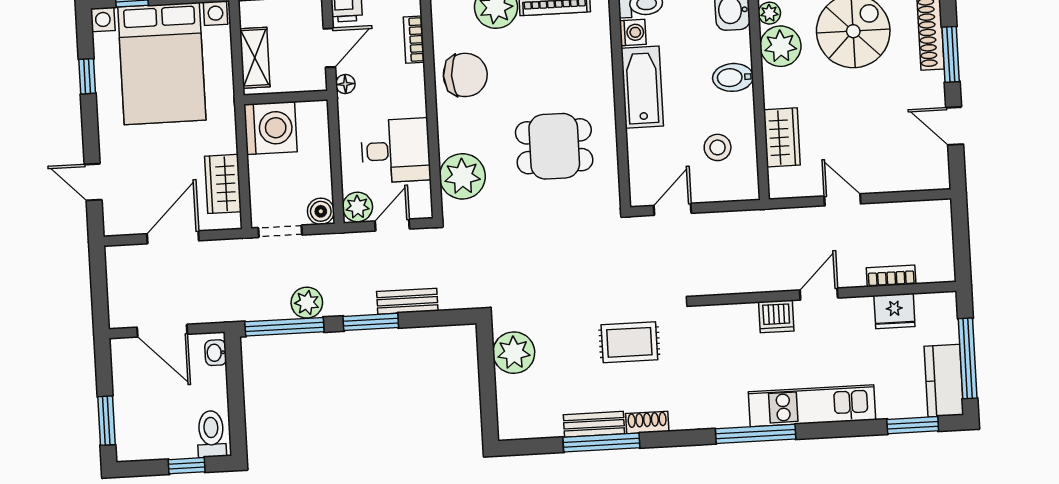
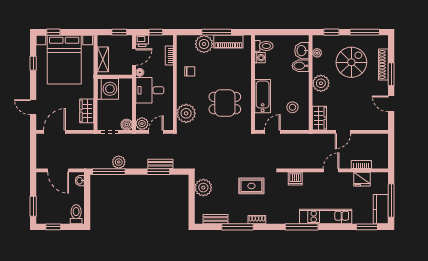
plant: (781, 46) -> (321, 83), moved
chair: (465, 75) -> (190, 71), width x0.54, depth x0.54
bidet: (733, 77) -> (300, 66), moved
bathtub: (642, 87) -> (263, 96), moved
wardrobe: (782, 137) -> (319, 118), moved
desk: (396, 151) -> (150, 90), moved, turned 180
door: (842, 200) -> (343, 132), swing flipped
door: (173, 237) -> (54, 132), moved
dishwasher: (776, 316) -> (295, 179), moved
window: (371, 322) -> (158, 172), moved
bench: (594, 424) -> (216, 219), moved
window: (187, 466) -> (53, 227), moved

